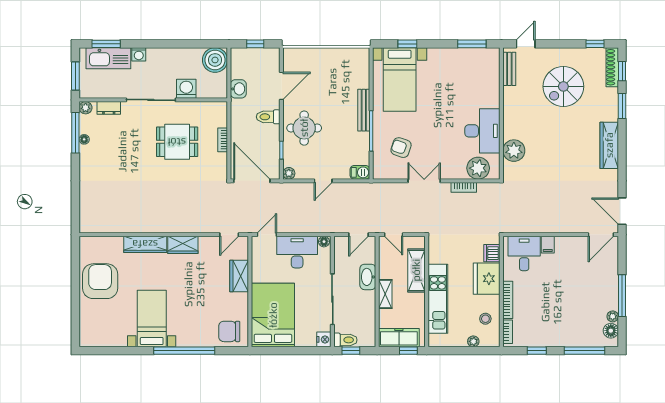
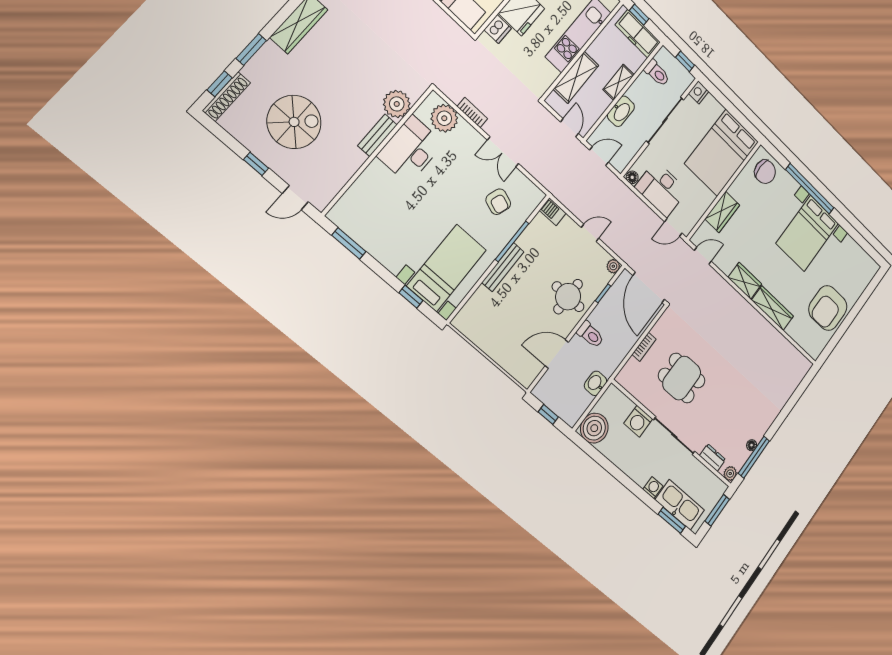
window: (595, 44) -> (256, 164), moved
bench: (509, 69) -> (377, 135), moved
bed with nightstands: (152, 319) -> (807, 233), width x1.36
toilet: (345, 340) -> (657, 73), moved, turned 180

